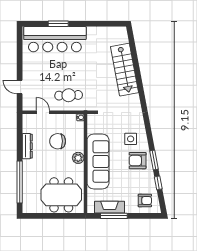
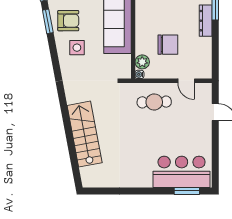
window: (58, 24) -> (187, 191), moved
bar counter: (55, 39) -> (182, 172), width x0.73
dresser: (27, 146) -> (206, 21), moved
plant: (78, 158) -> (142, 62), moved

